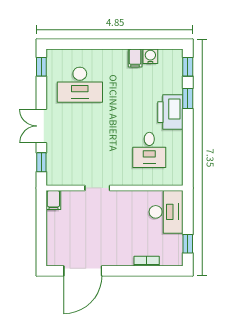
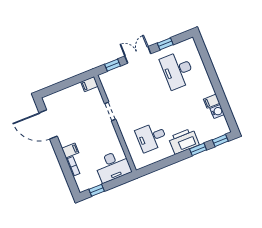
window: (41, 67) -> (165, 44), moved
filing cabinet: (126, 257) -> (70, 150), added

